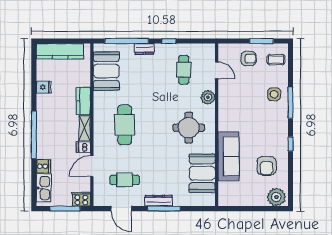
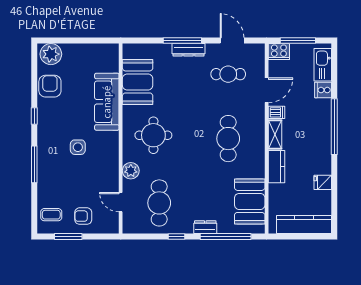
cafe table: (184, 70) -> (159, 203), width x1.37, depth x1.35
side table: (274, 94) -> (78, 147), moved
armchair: (267, 166) -> (50, 86), moved

